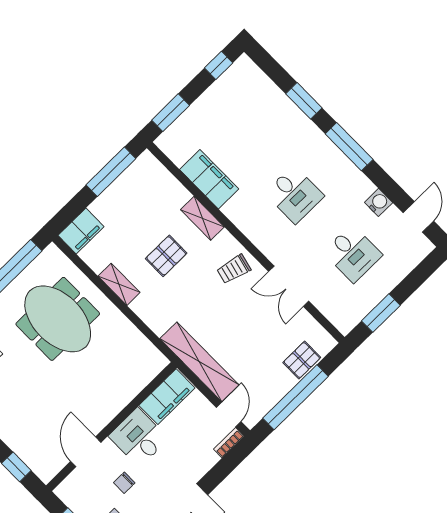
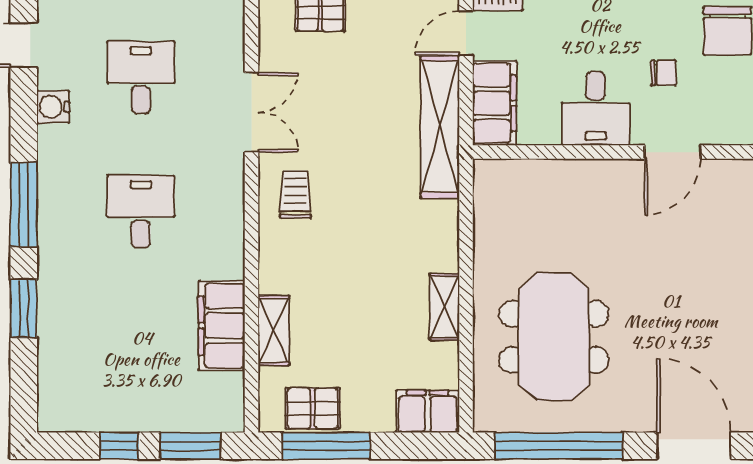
window: (219, 65) -> (119, 446), moved
shelving: (202, 218) -> (274, 330), moved
pallet: (166, 256) -> (313, 408), moved
trolley: (234, 269) -> (295, 194), turned -104
filing cabinet: (167, 397) -> (494, 103), moved, turned 90

